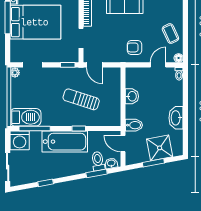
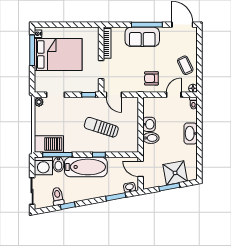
washbasin: (176, 118) -> (191, 133), moved
bidet: (134, 125) -> (151, 138), moved
bidet: (36, 139) -> (58, 164), added
toilet: (98, 161) -> (58, 196), moved

